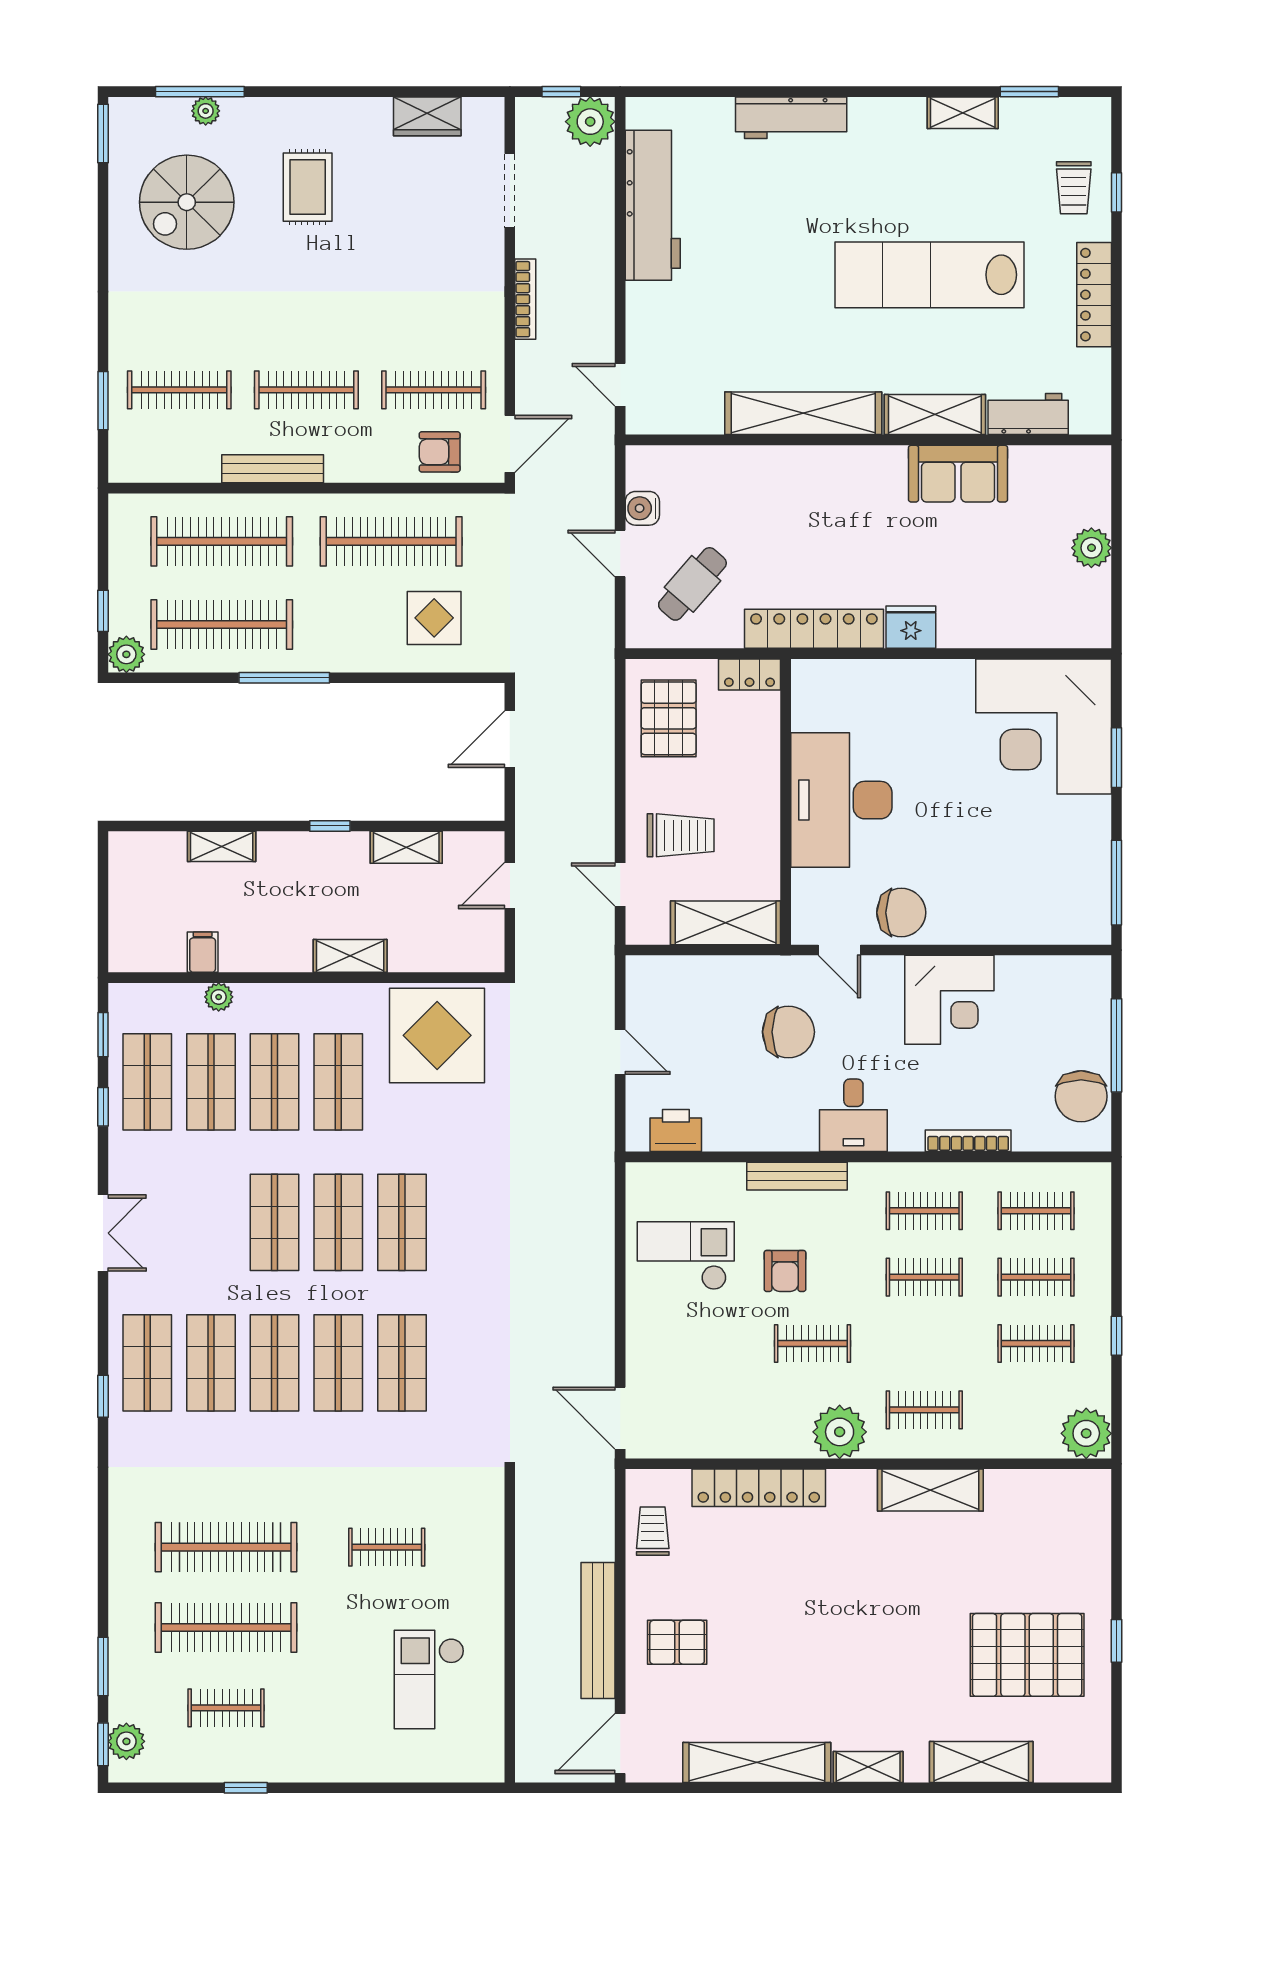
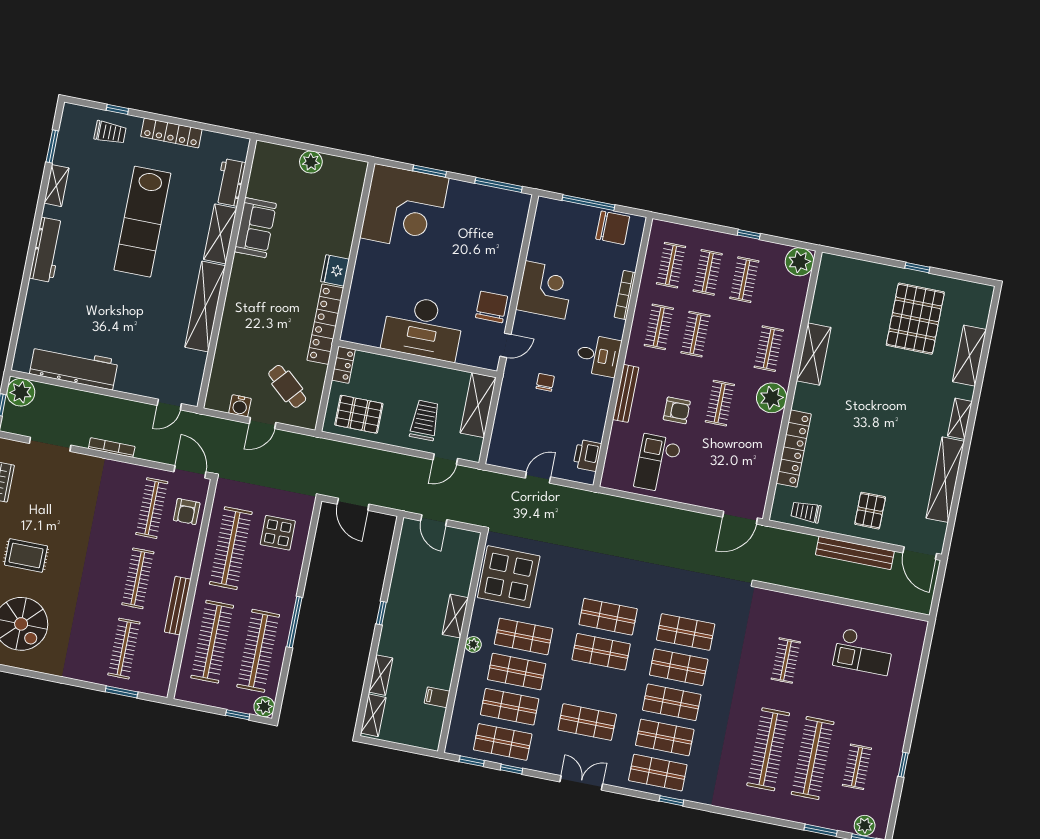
workbench: (791, 118) -> (47, 250), moved
shelving: (406, 847) -> (373, 715), moved
plant: (219, 997) -> (473, 644), moved
chair: (788, 1032) -> (545, 382), width x0.54, depth x0.54
shop shelf: (275, 1222) -> (587, 722), moved

